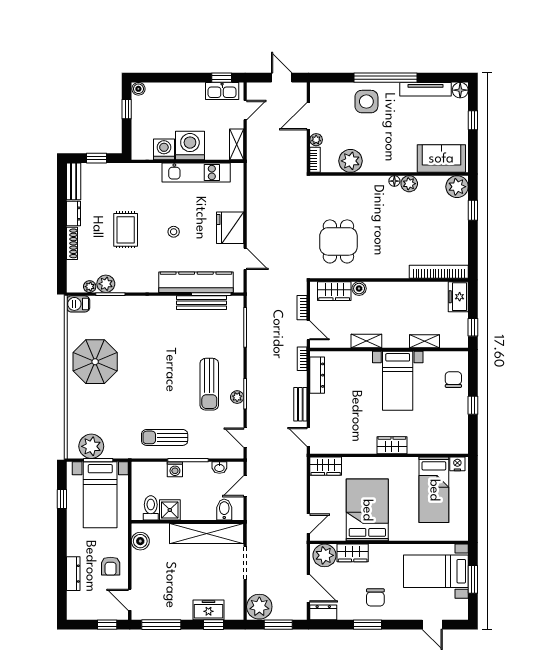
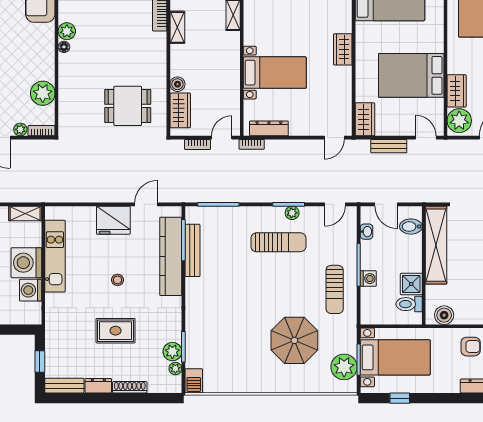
shelving: (366, 341) -> (177, 27), moved
parasol: (95, 362) -> (294, 340), moved
bed with nightstands: (398, 381) -> (275, 73), moved
bench: (300, 404) -> (389, 146), moved

